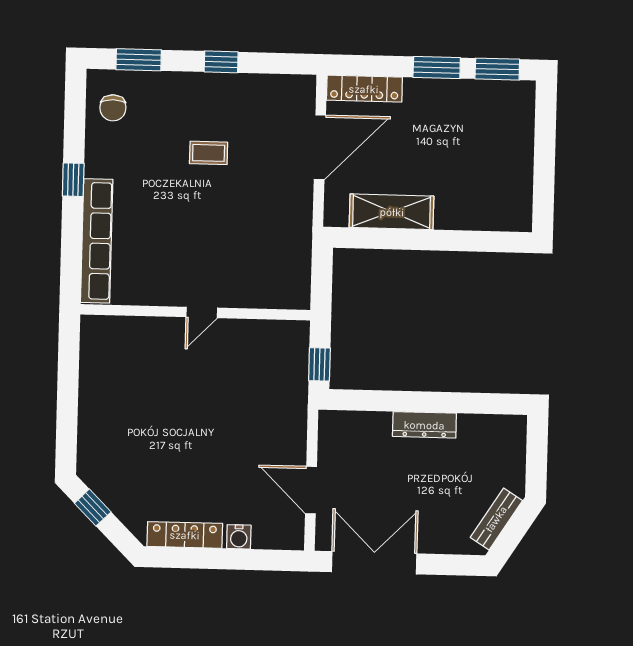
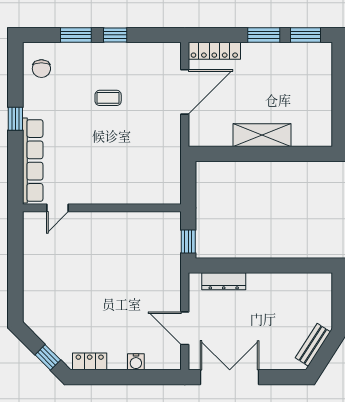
window: (139, 60) -> (76, 35), moved
shelving: (392, 212) -> (262, 135), moved
door: (202, 312) -> (57, 208), moved
dresser: (424, 425) -> (224, 281), moved
window: (93, 508) -> (48, 357), moved
locker: (185, 535) -> (90, 361), width x0.66

